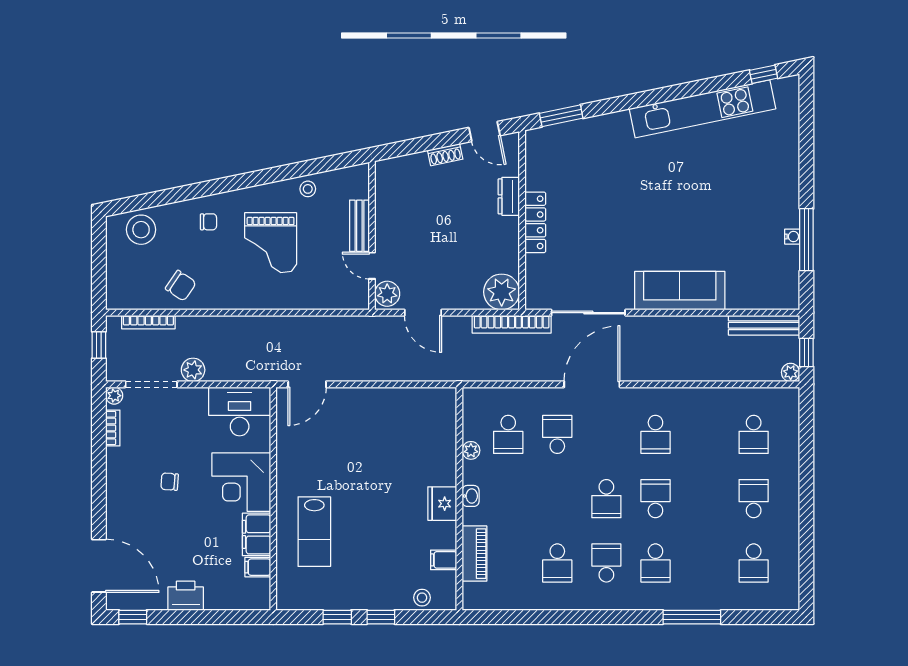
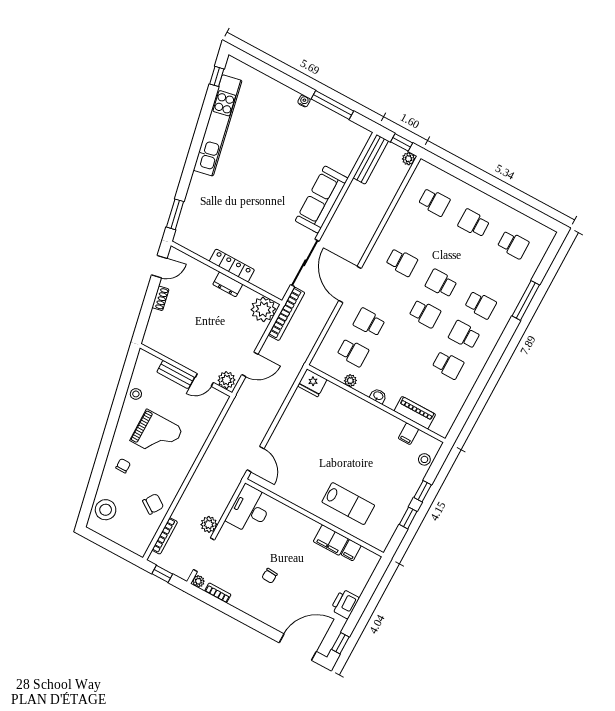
dresser: (509, 196) -> (228, 284), moved
water cooler: (792, 237) -> (304, 101), moved
corner desk: (241, 482) -> (294, 532), removed
fridge: (442, 504) -> (312, 383), moved

